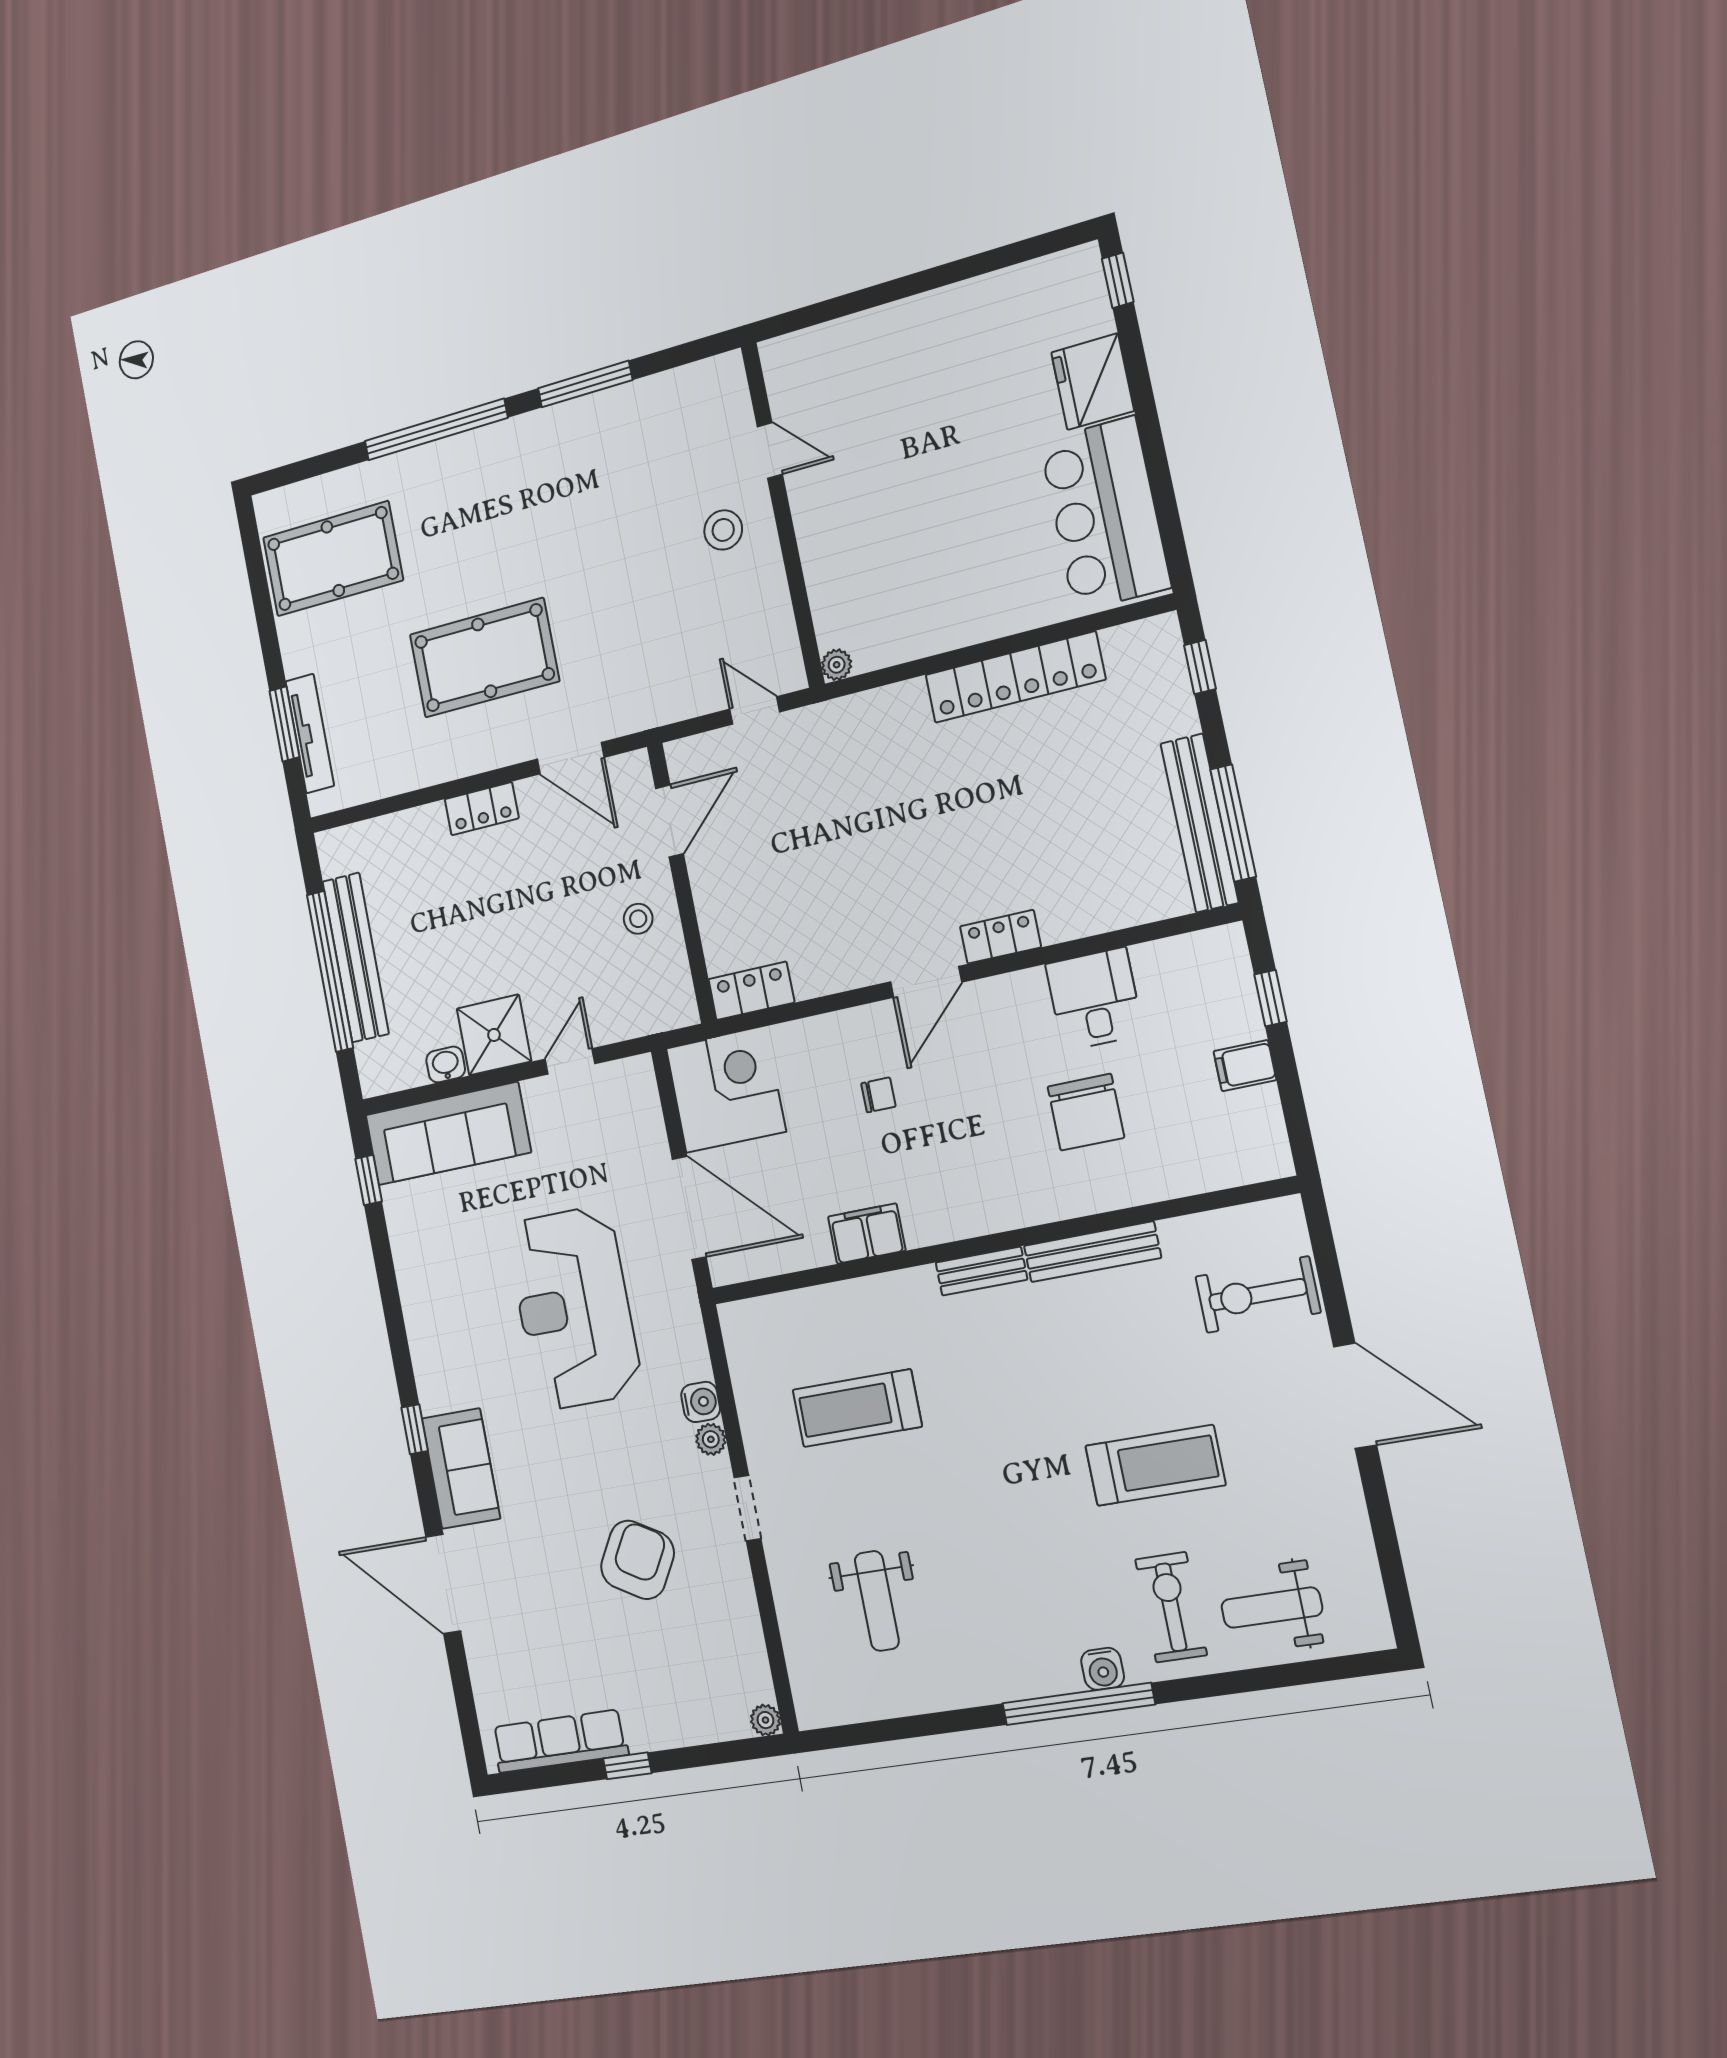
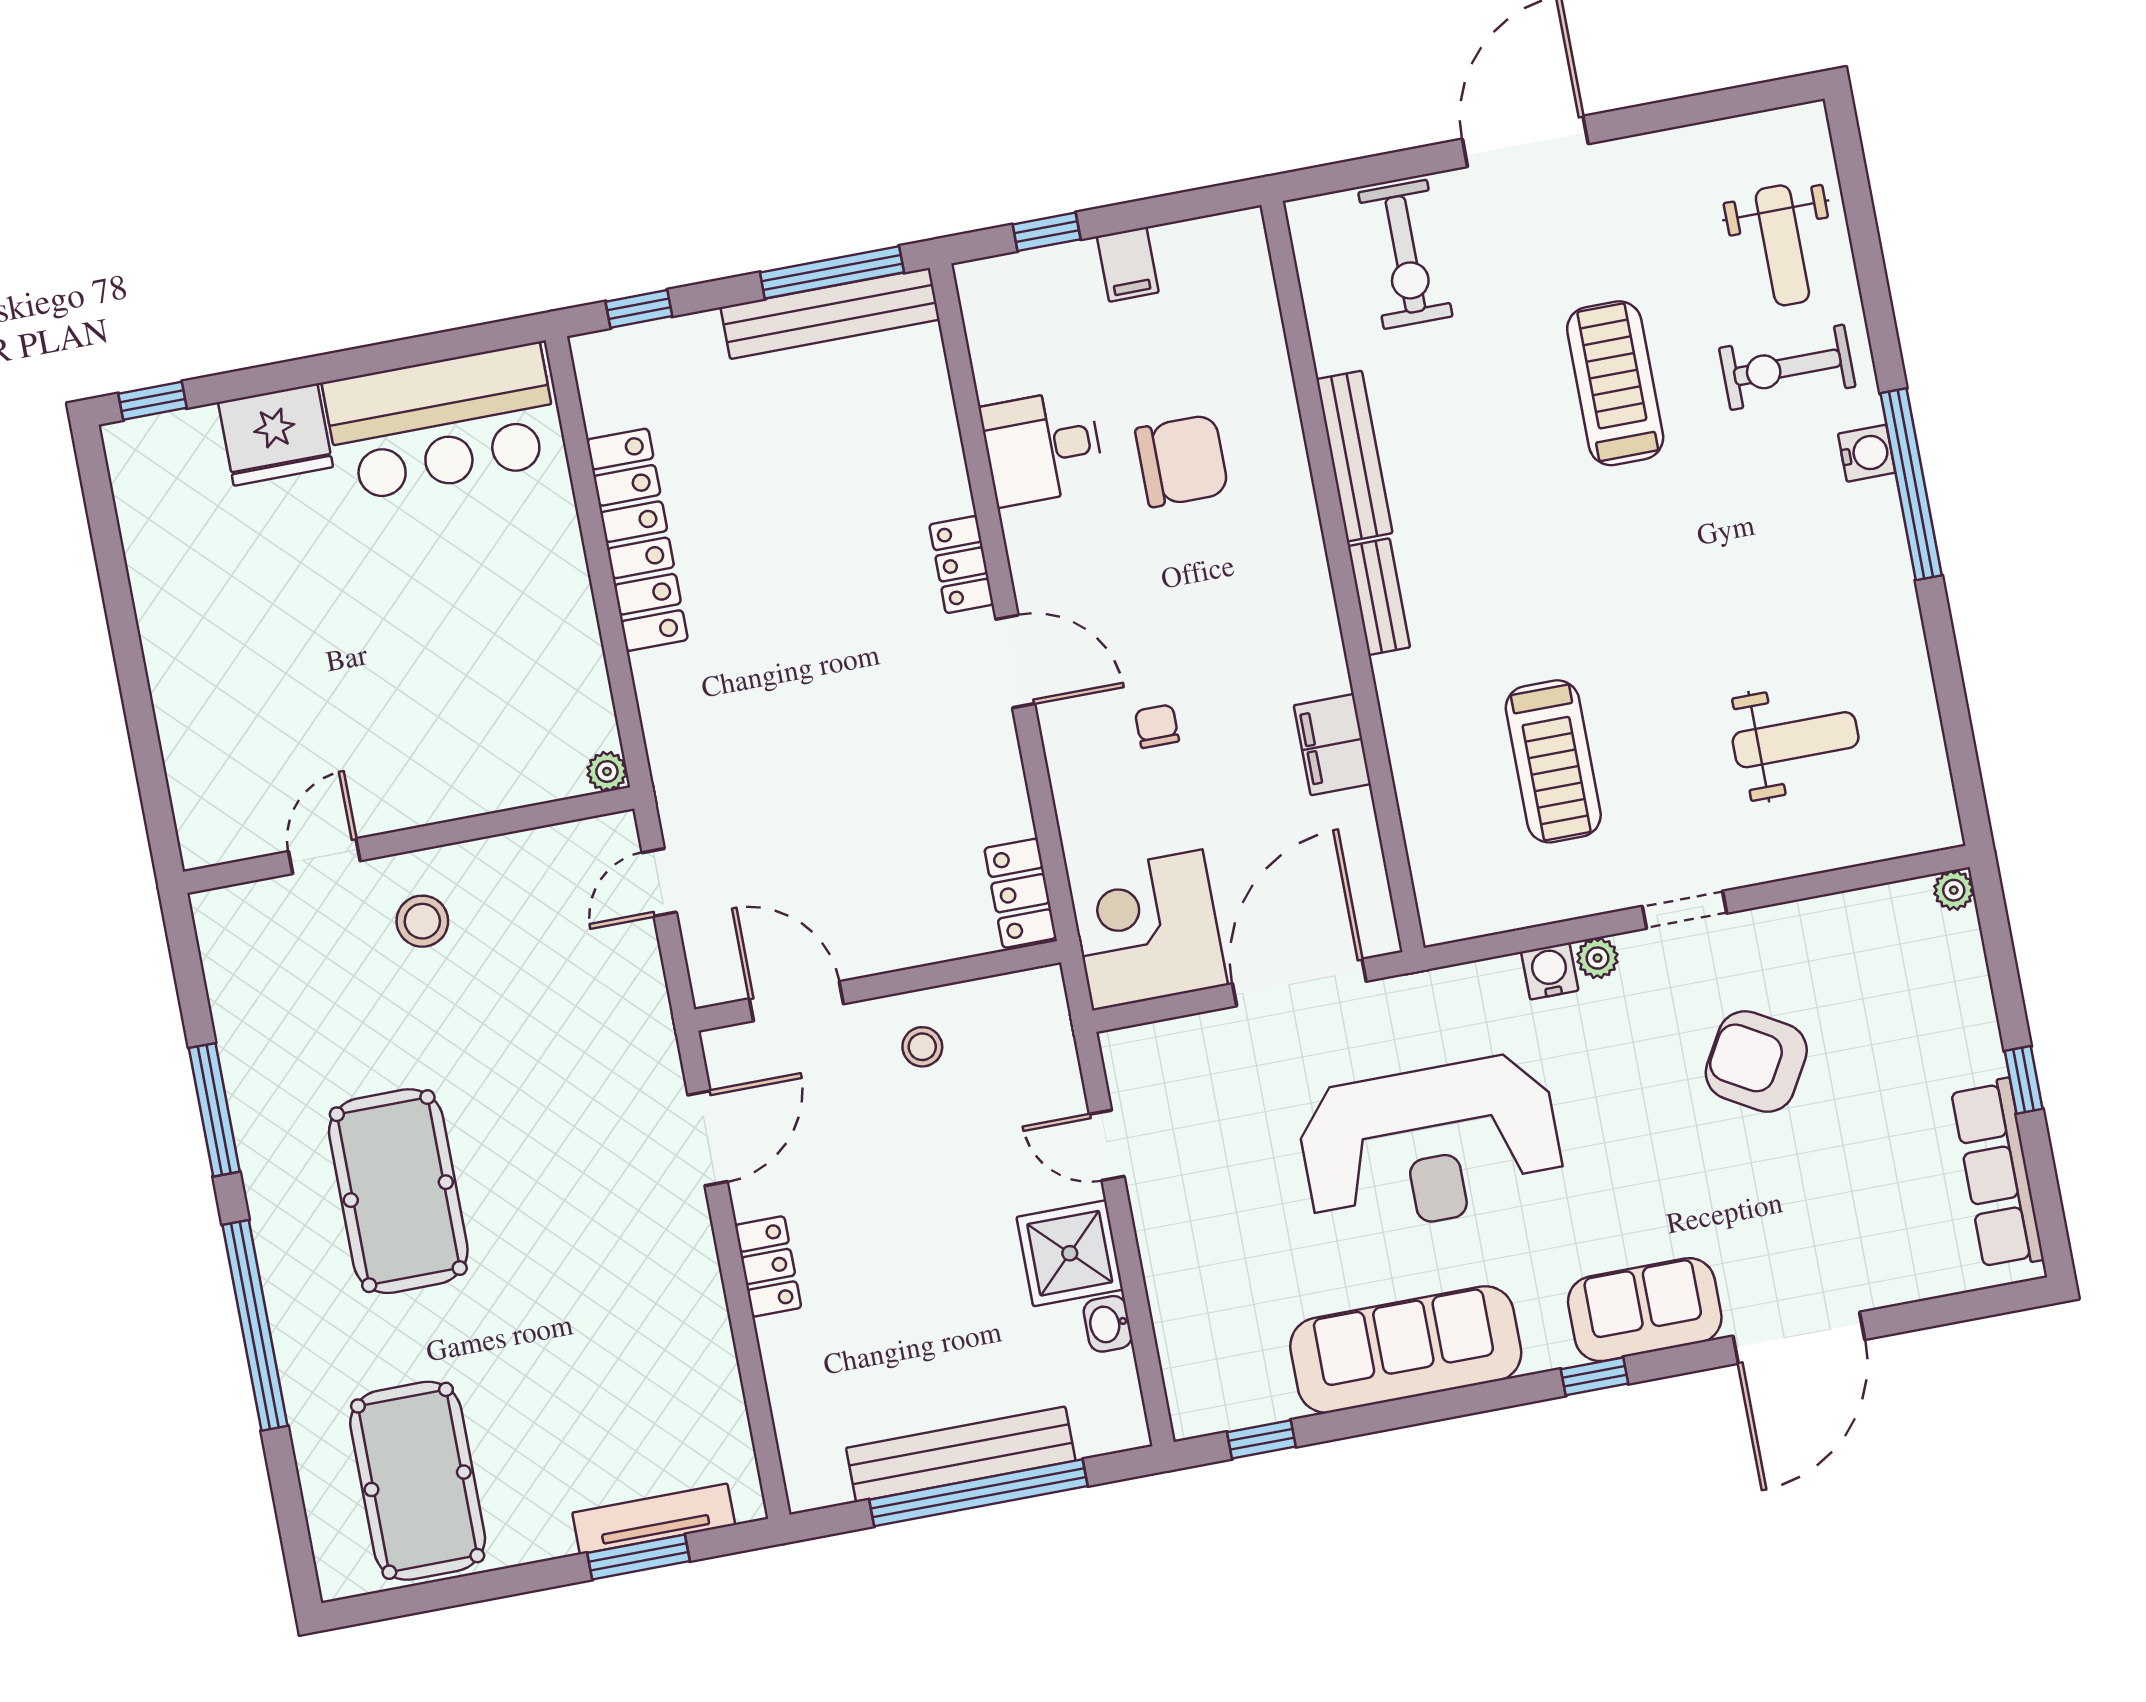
pool table: (484, 658) -> (398, 1191), moved
sofa: (448, 1134) -> (1406, 1349), moved, turned -90

